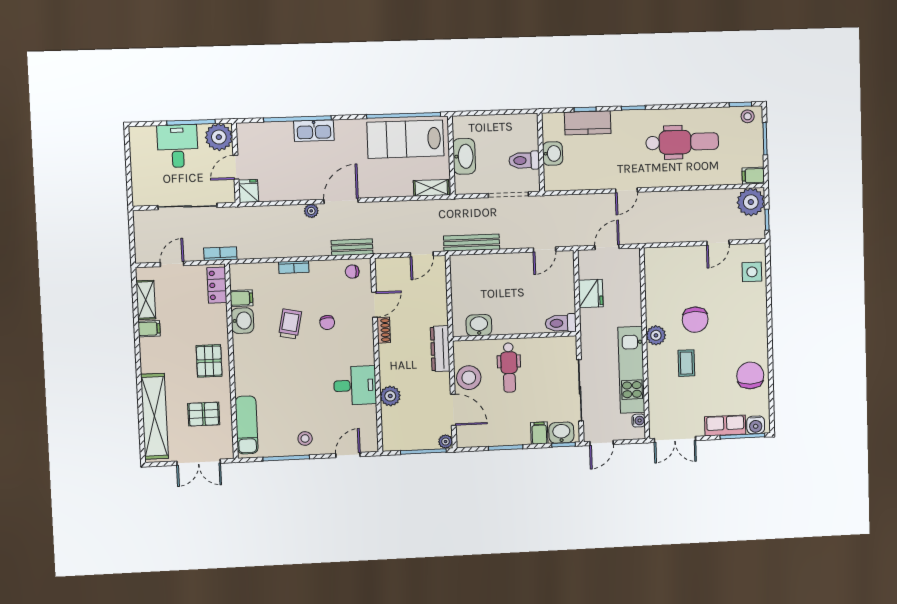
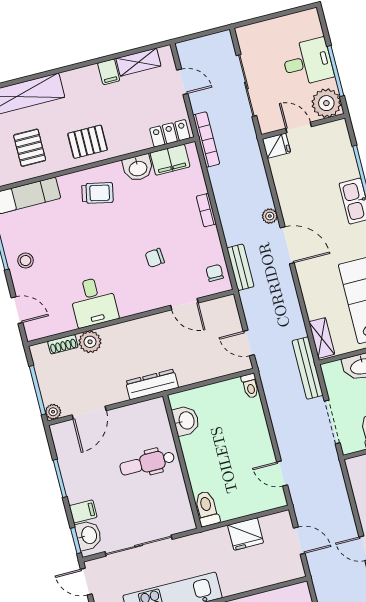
bench: (472, 243) -> (308, 368), moved
bookcase: (220, 254) -> (206, 140), width x1.56
toilet: (460, 261) -> (250, 386), added
filing cabinet: (241, 298) -> (170, 160), width x2.00
trolley: (290, 324) -> (97, 193), moved
shoe rack: (384, 330) -> (63, 344), moved
stool: (469, 378) -> (127, 422), removed

